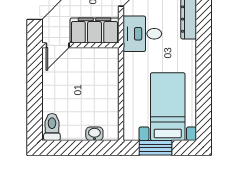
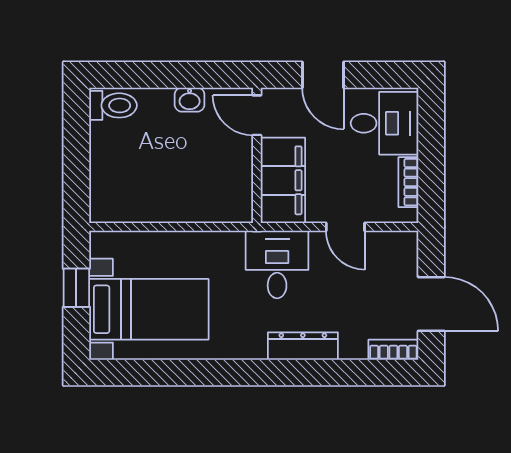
washbasin: (94, 134) -> (190, 100), moved, turned 90
window: (156, 148) -> (76, 288), width x0.67

